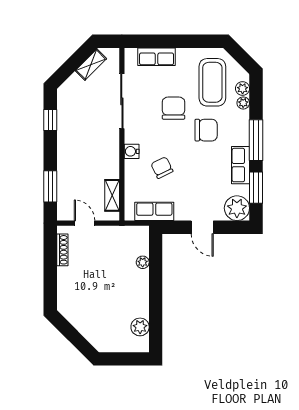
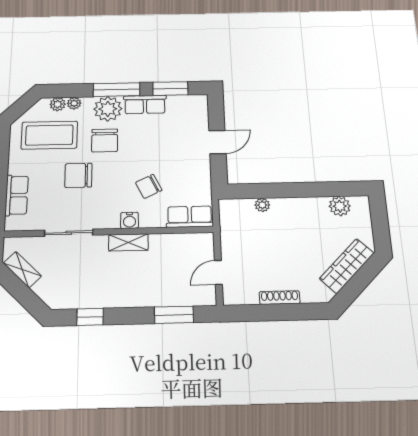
sliding door: (122, 101) -> (69, 233), width x0.73
chair: (206, 130) -> (105, 140), turned 180
shelving: (112, 195) -> (128, 242), moved
plant: (237, 208) -> (108, 109), moved
row of seats: (154, 211) -> (190, 217), moved, turned 90
shoe rack: (62, 250) -> (280, 298), moved
wardrobe: (88, 328) -> (347, 266), added

